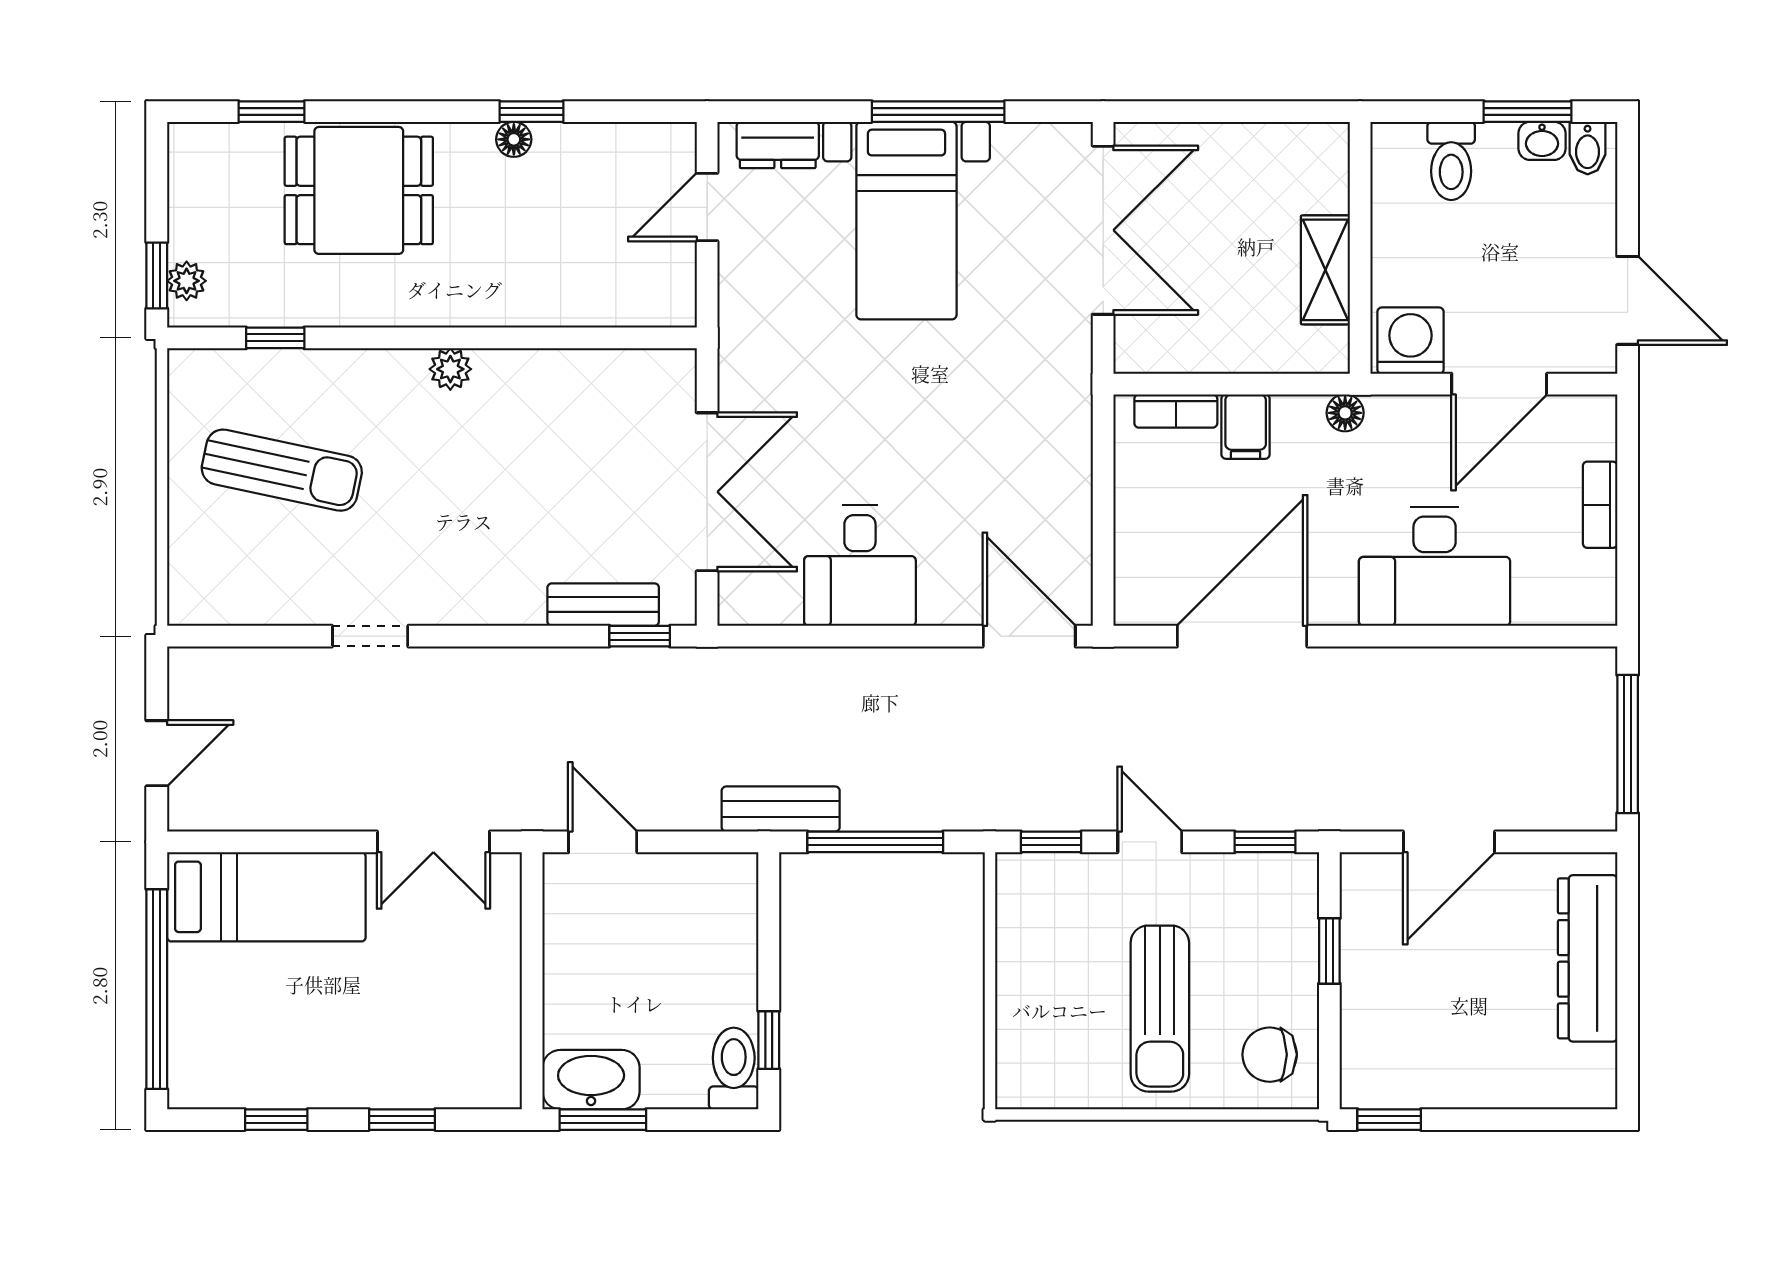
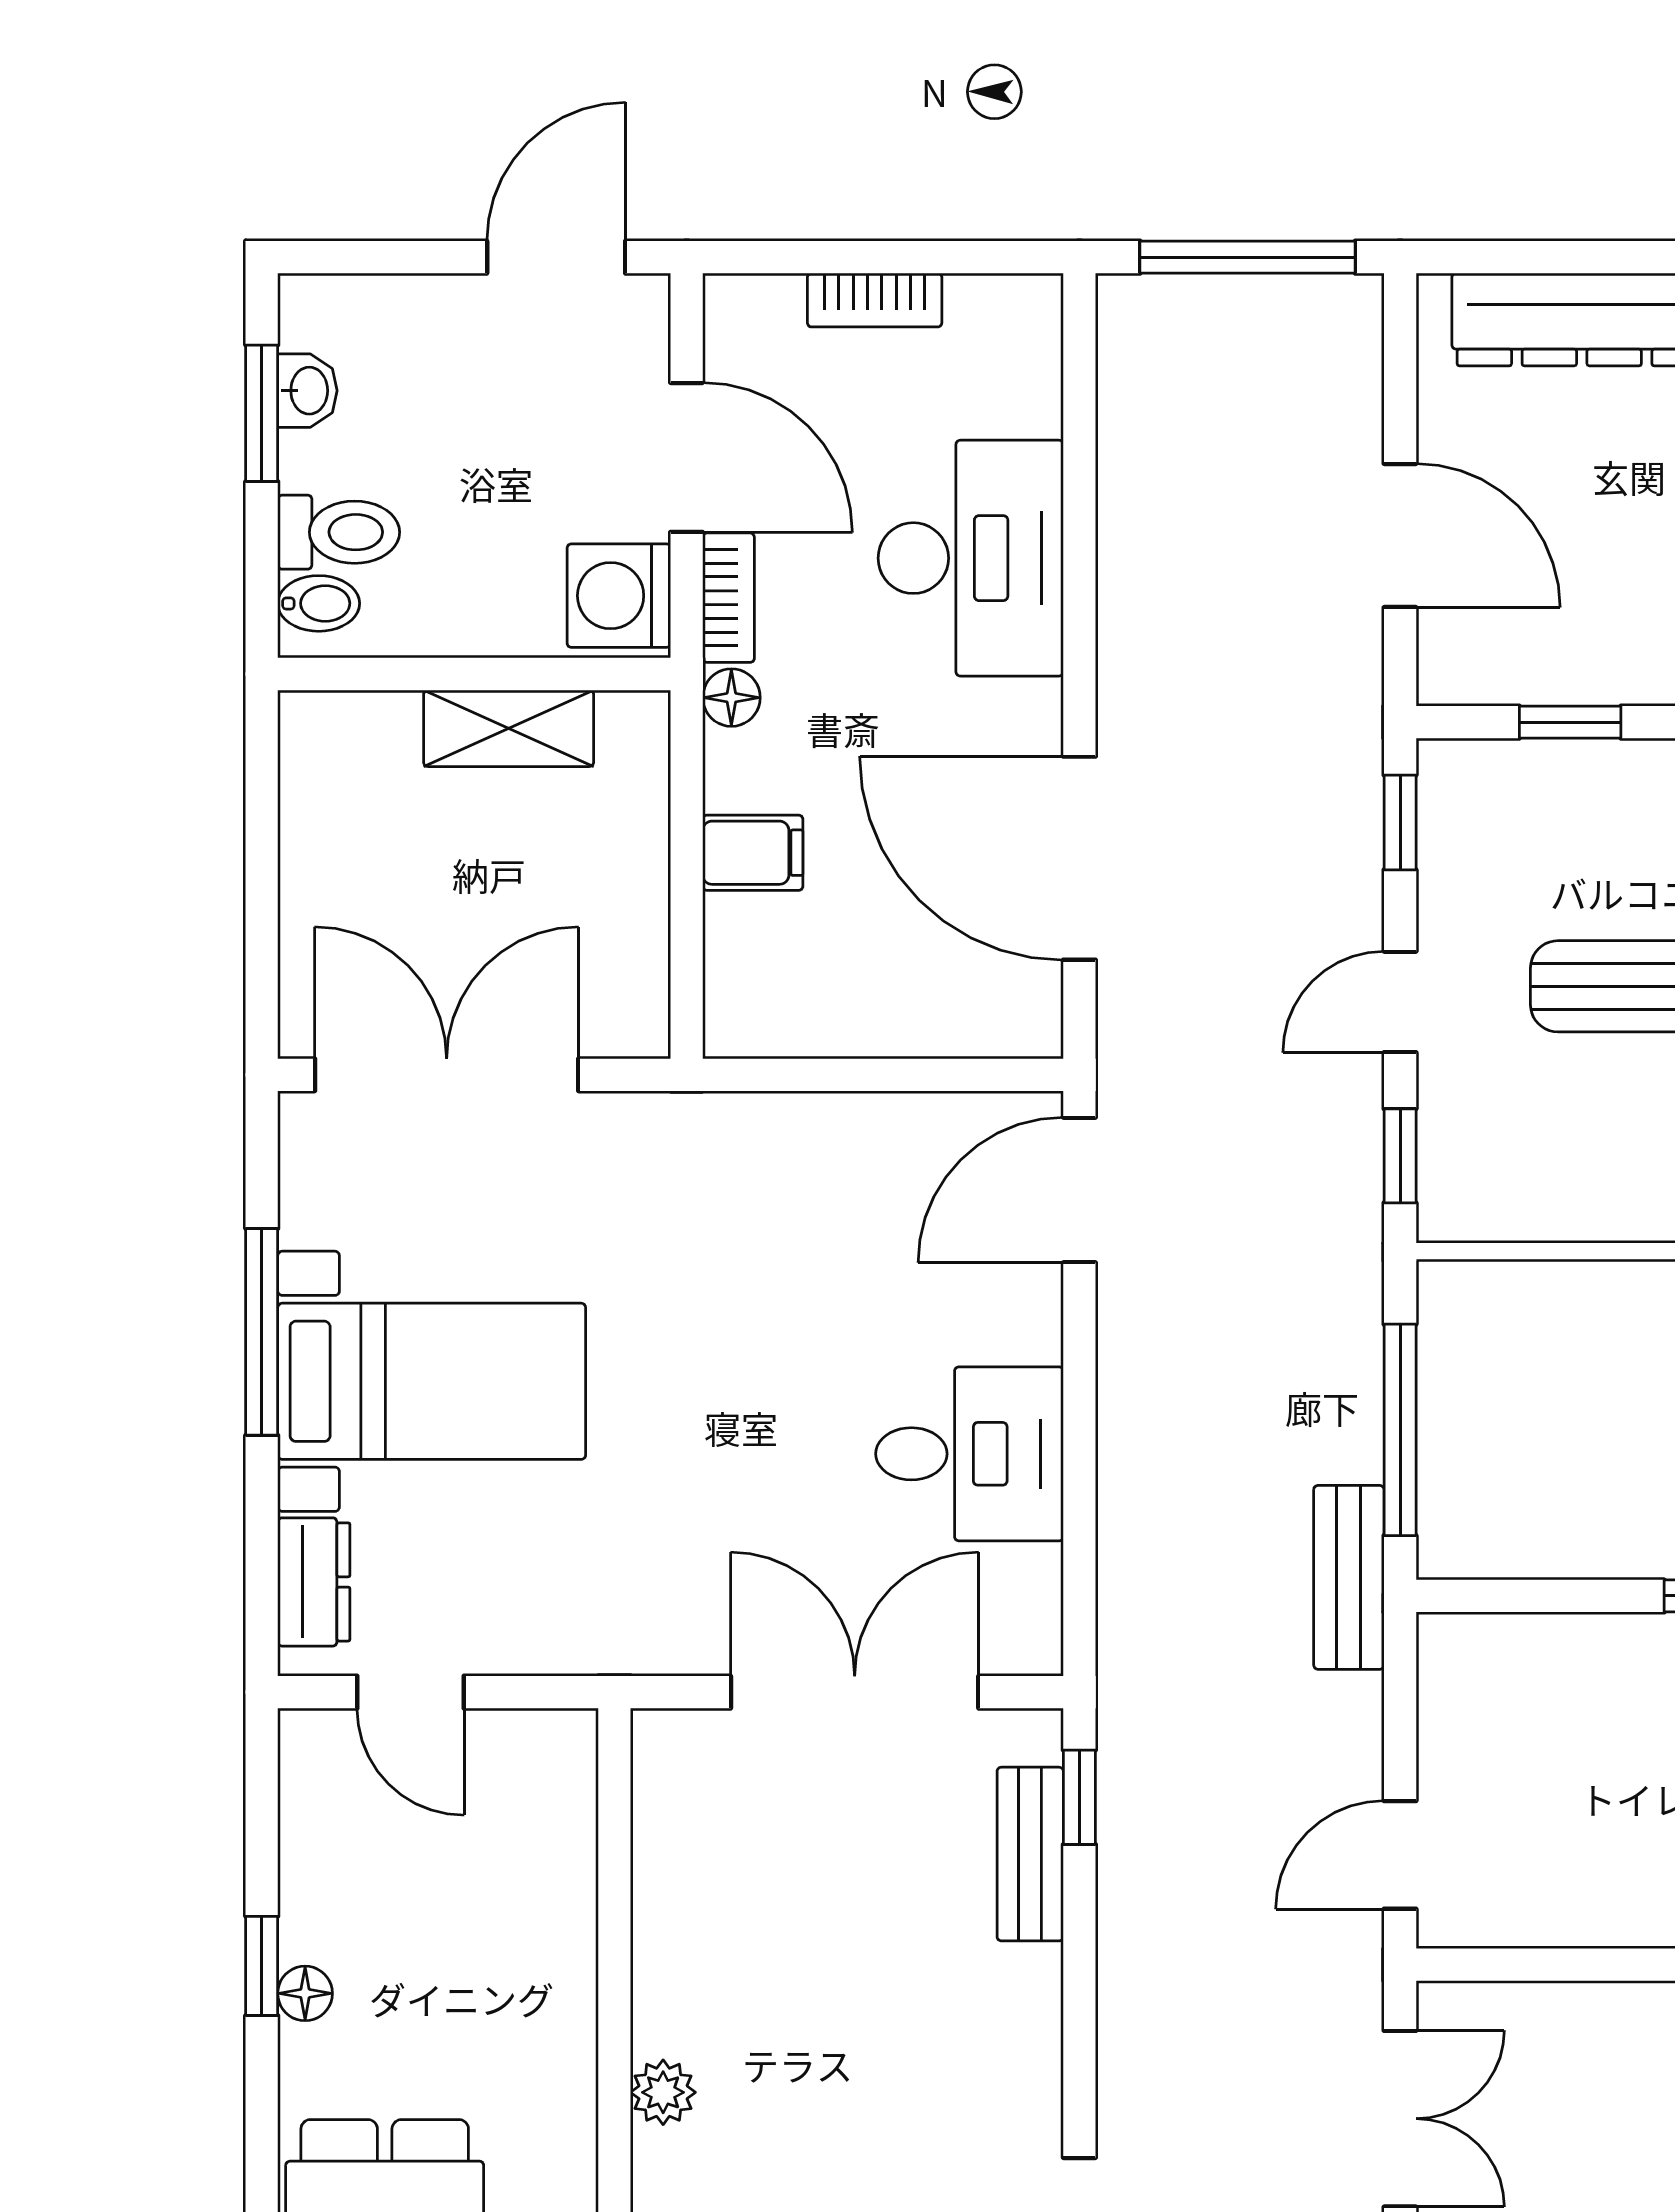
bidet: (1588, 148) -> (319, 603), moved
bookcase: (1176, 411) -> (728, 598), moved

